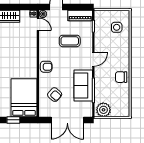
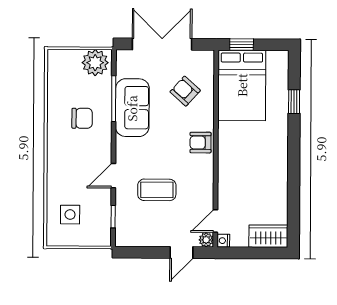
piano: (80, 16) -> (137, 237), removed
door: (38, 24) -> (215, 221), hinge flipped
door: (93, 59) -> (113, 176), moved
chair: (121, 77) -> (82, 118), moved
window: (13, 120) -> (242, 45), moved

